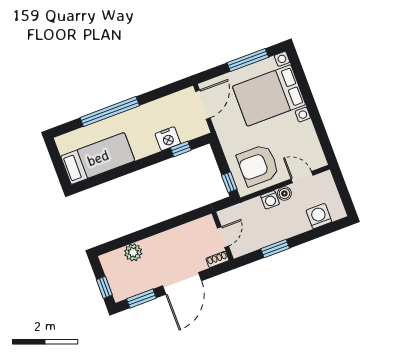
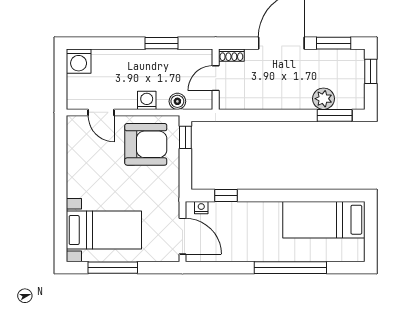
bed with nightstands: (269, 95) -> (104, 230), width x0.73
door: (203, 105) -> (182, 236), swing flipped
nightstand: (168, 139) -> (201, 208), moved, width x0.53, depth x0.56
boiler: (284, 194) -> (177, 101), moved
washing machine: (319, 216) -> (79, 61), moved
window: (120, 243) -> (335, 115), added

